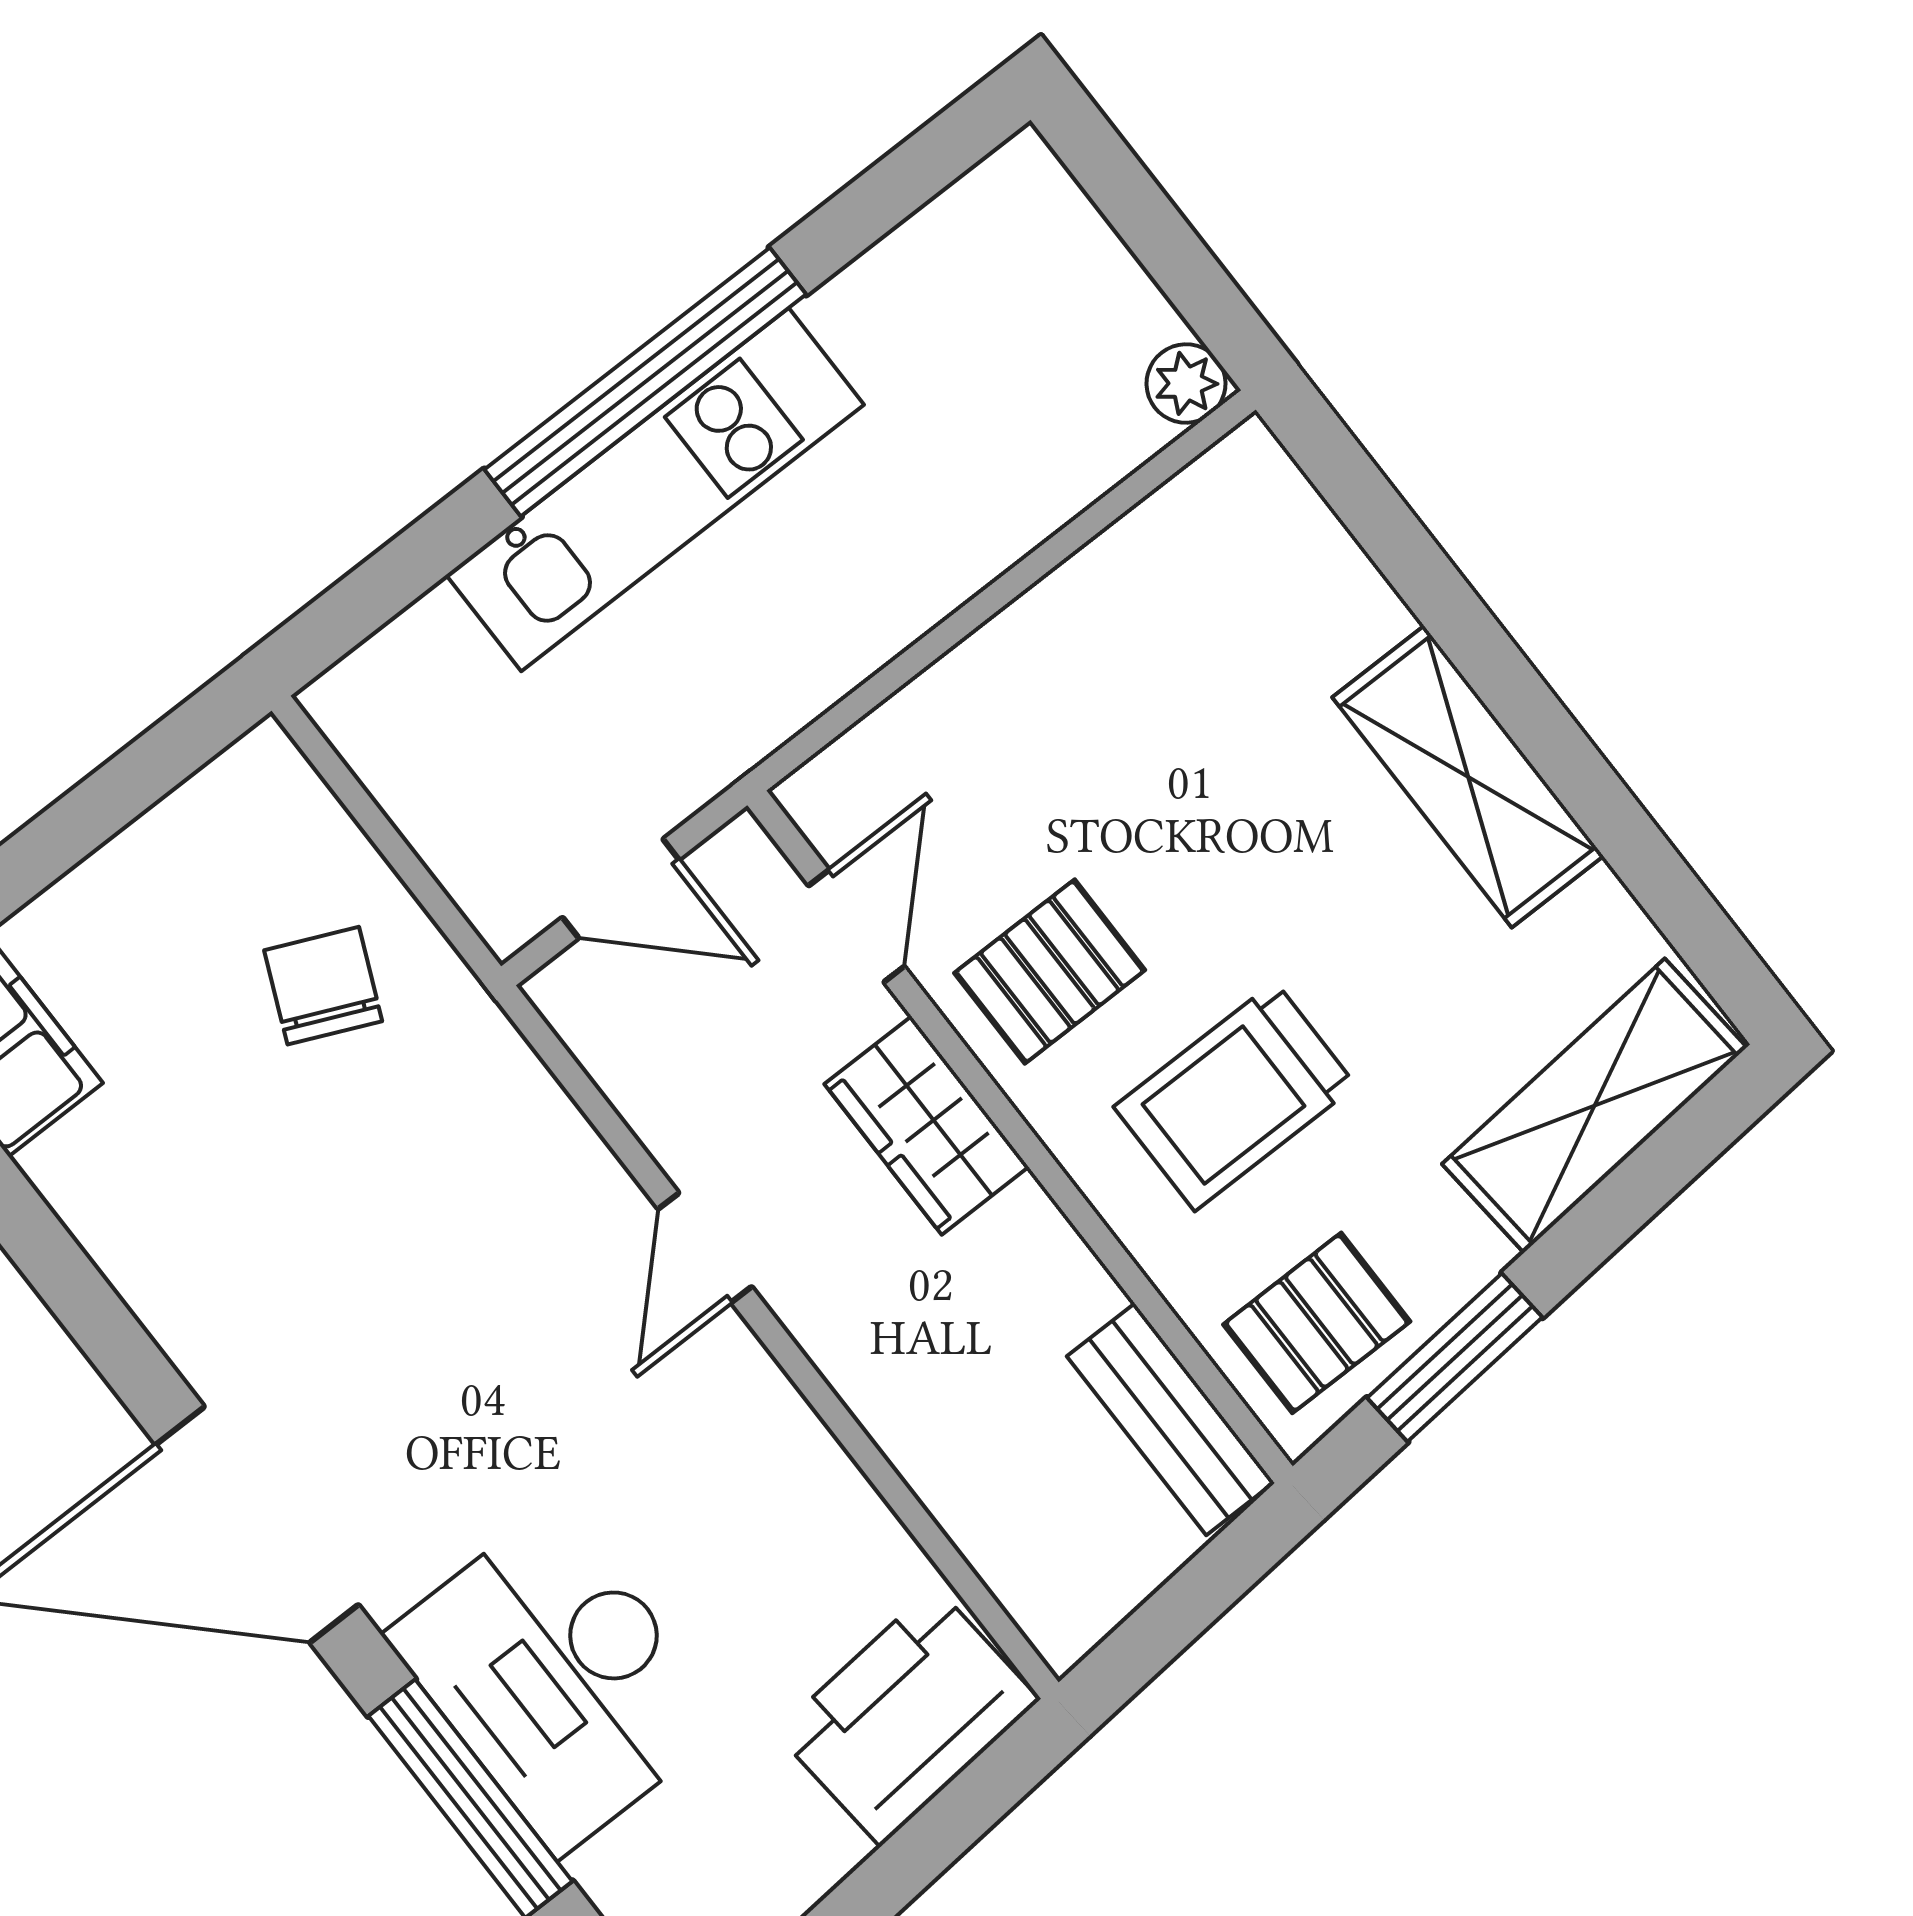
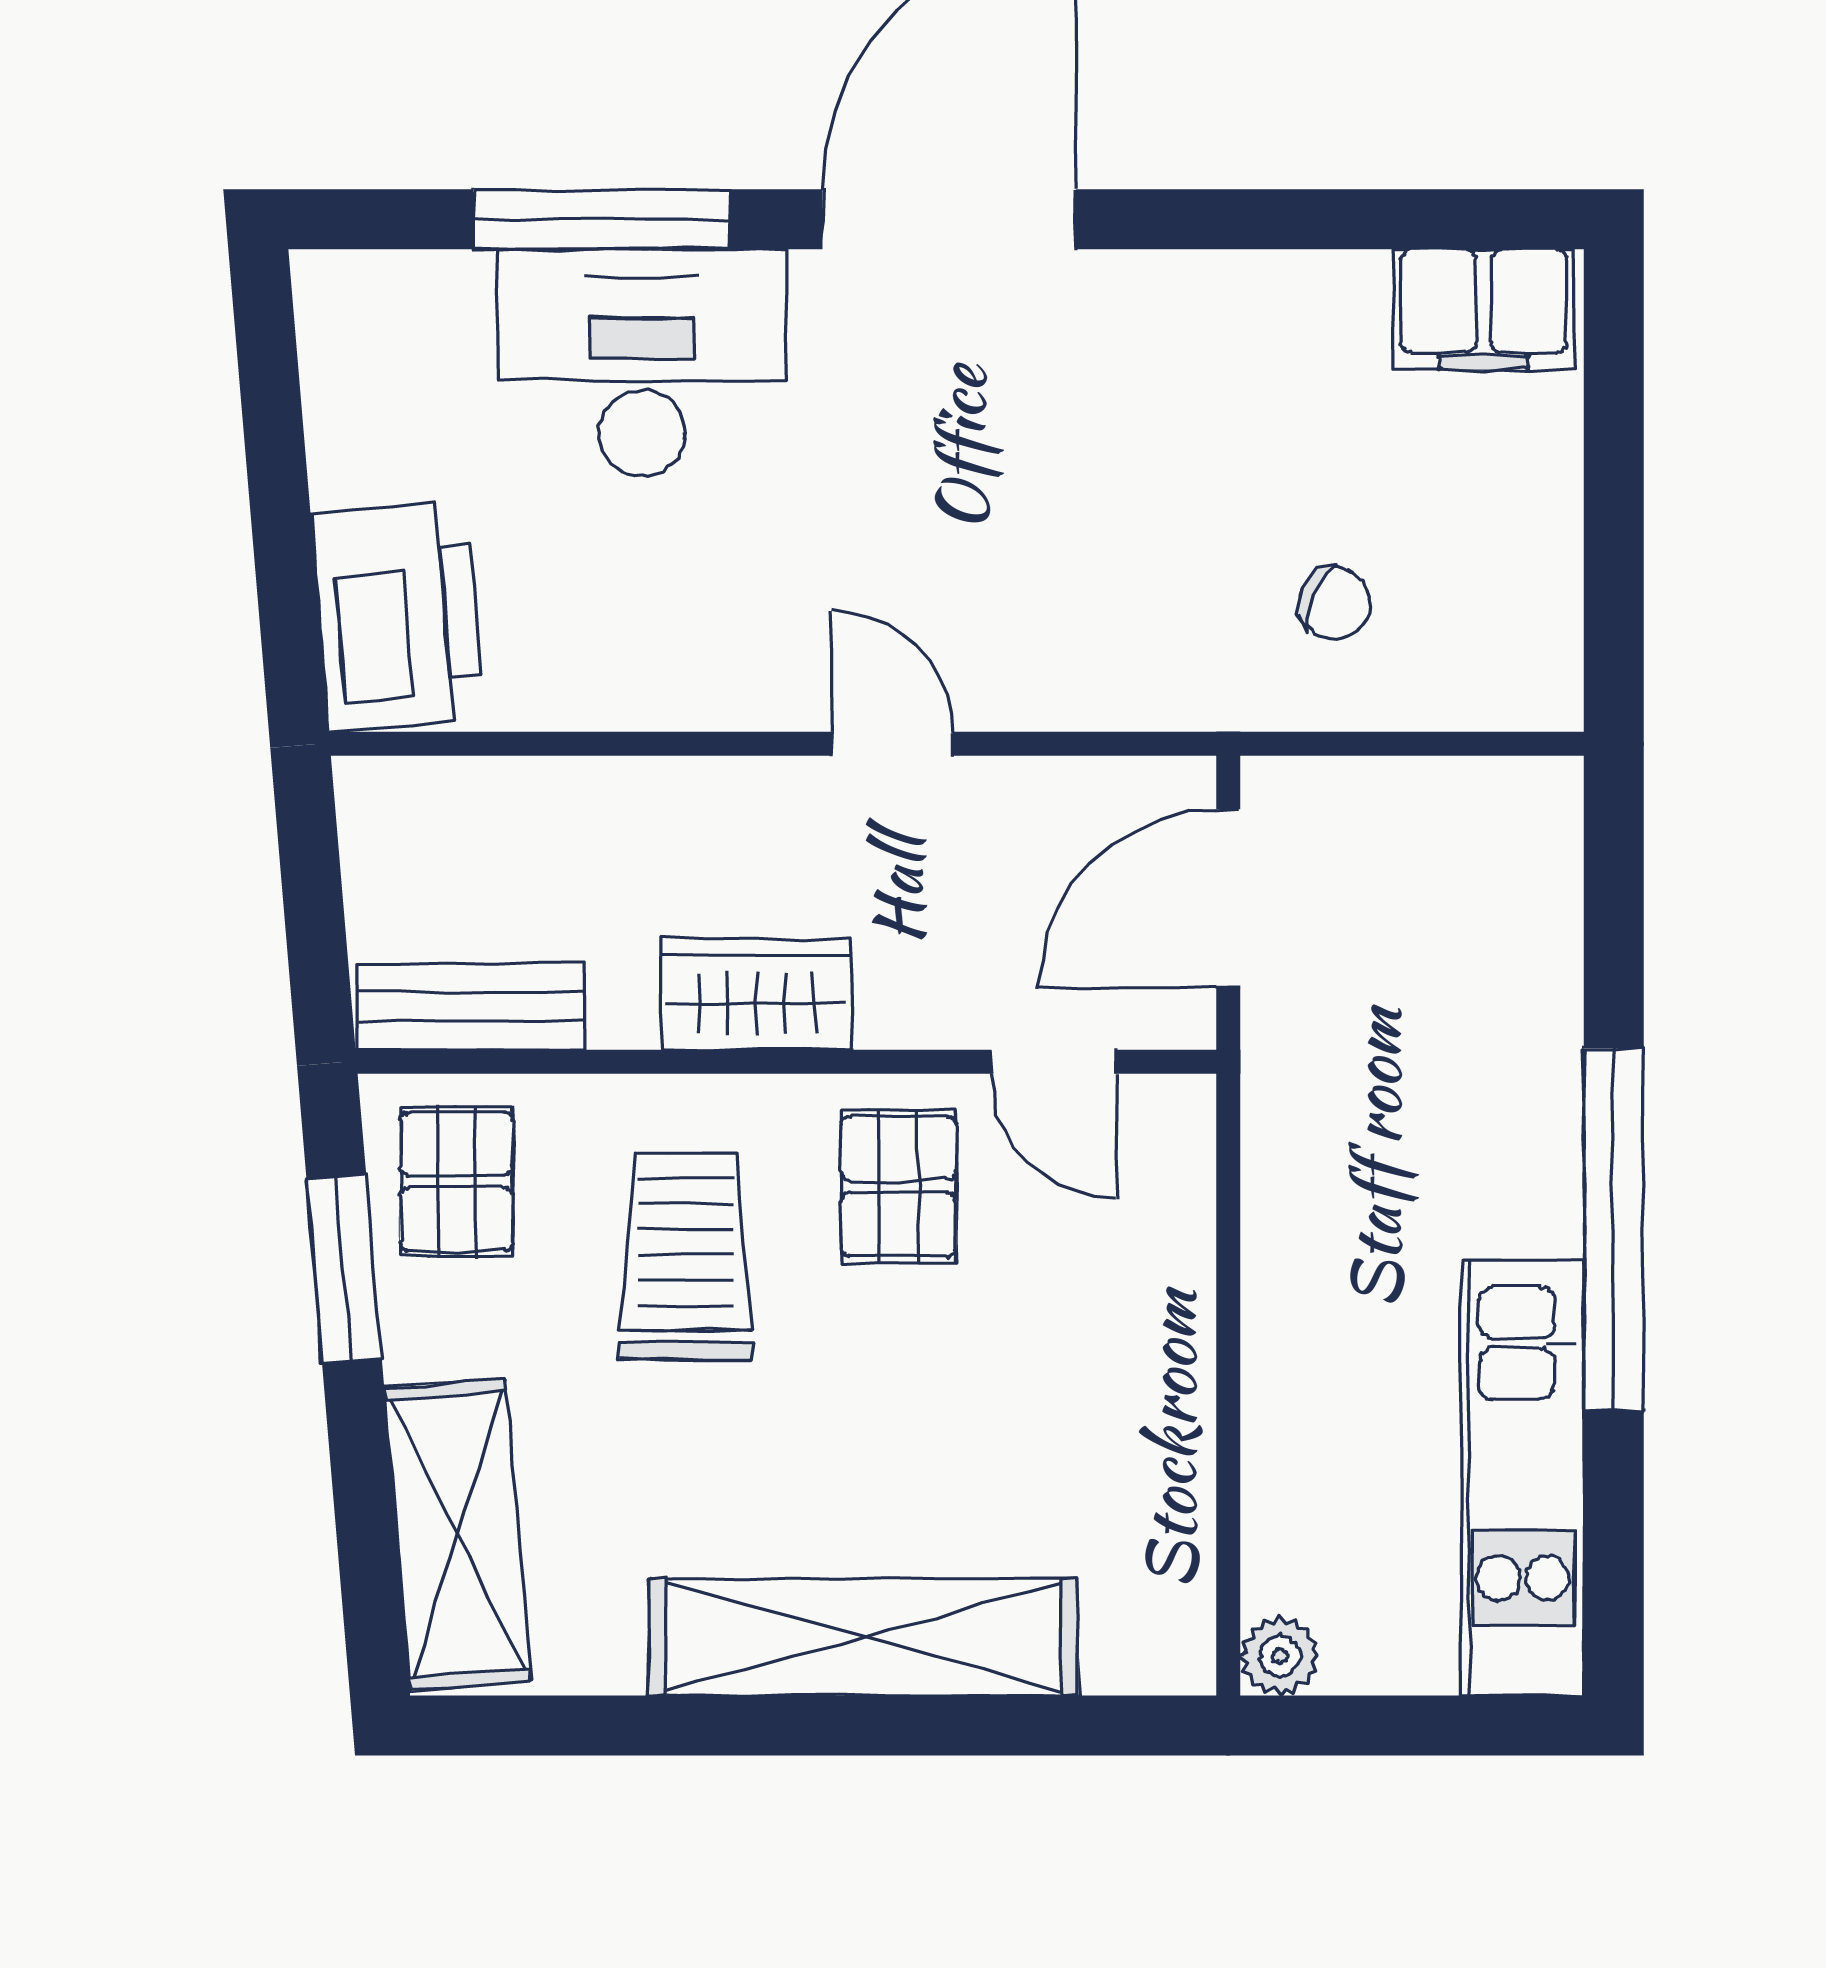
kitchen unit: (655, 490) -> (1523, 1478), moved
shelving: (1468, 777) -> (864, 1637), width x1.47
door: (621, 889) -> (1228, 898), width x1.38
chair: (323, 986) -> (1335, 603), width x0.73, depth x0.73
wardrobe: (927, 1125) -> (756, 994), moved

